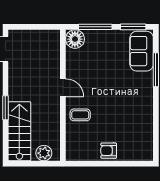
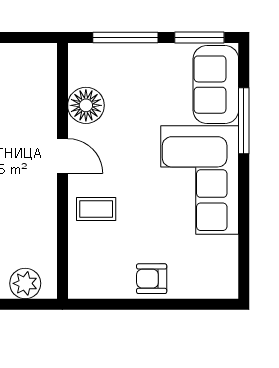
floor lamp: (75, 39) -> (86, 105), moved
corner sofa: (133, 100) -> (200, 180), added

